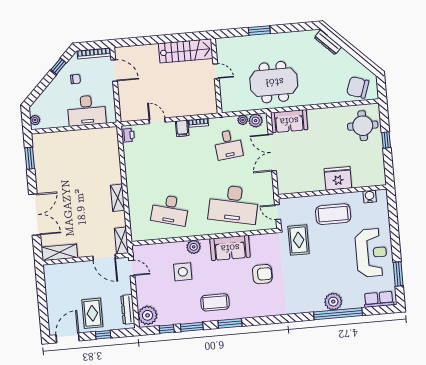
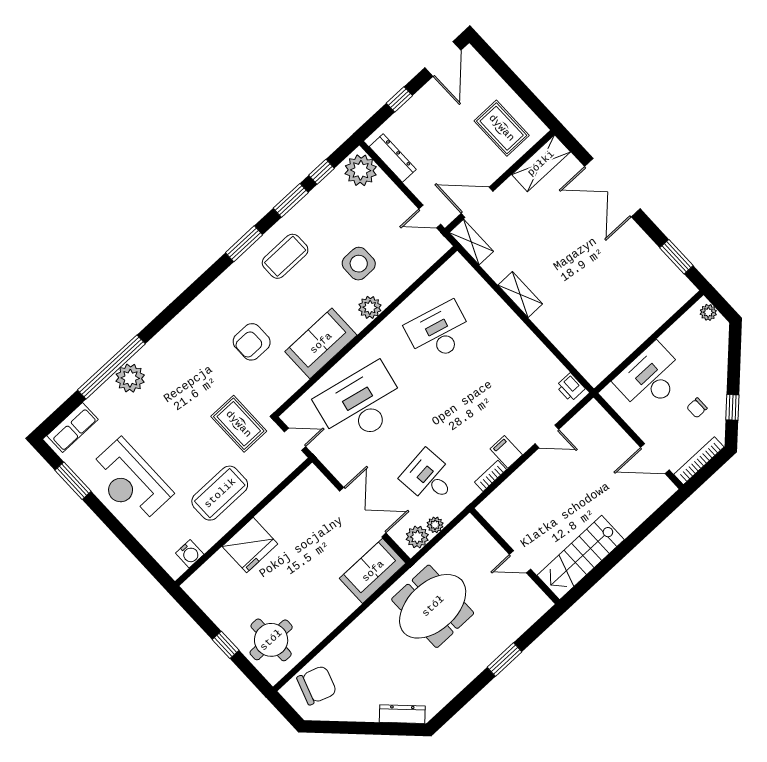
rug: (92, 313) -> (502, 128), moved

